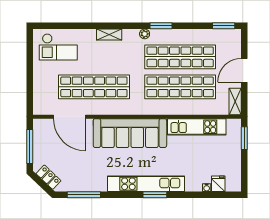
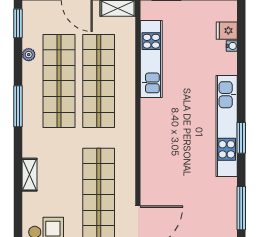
window: (161, 26) -> (18, 106), width x1.44
plant: (145, 34) -> (29, 55), moved
sofa: (130, 133) -> (160, 147), removed
window: (155, 195) -> (241, 138), moved

